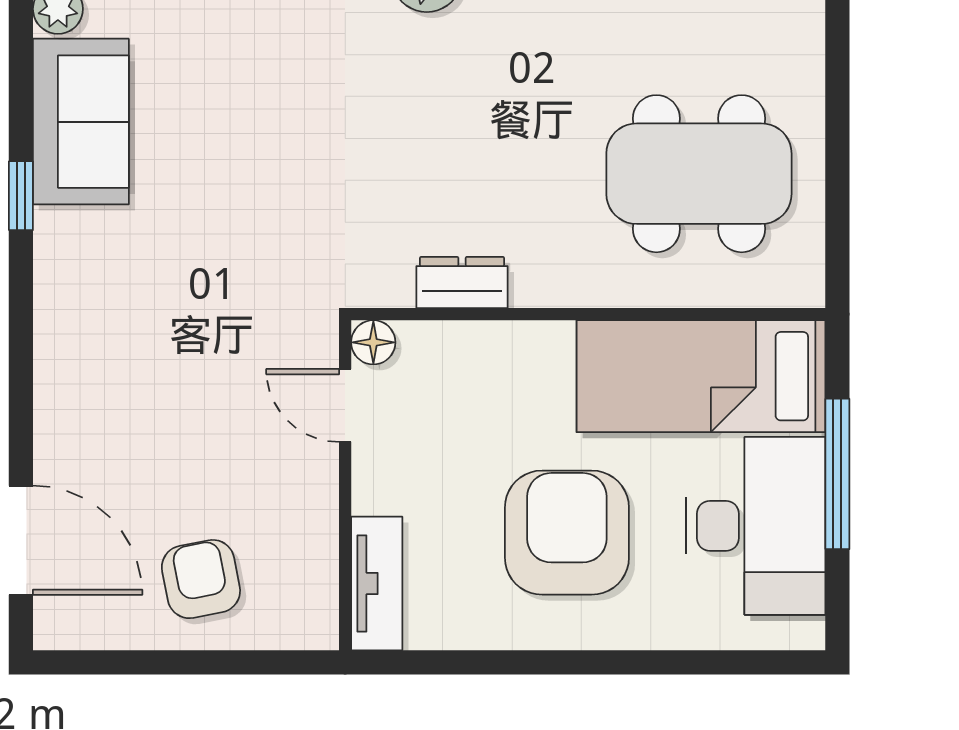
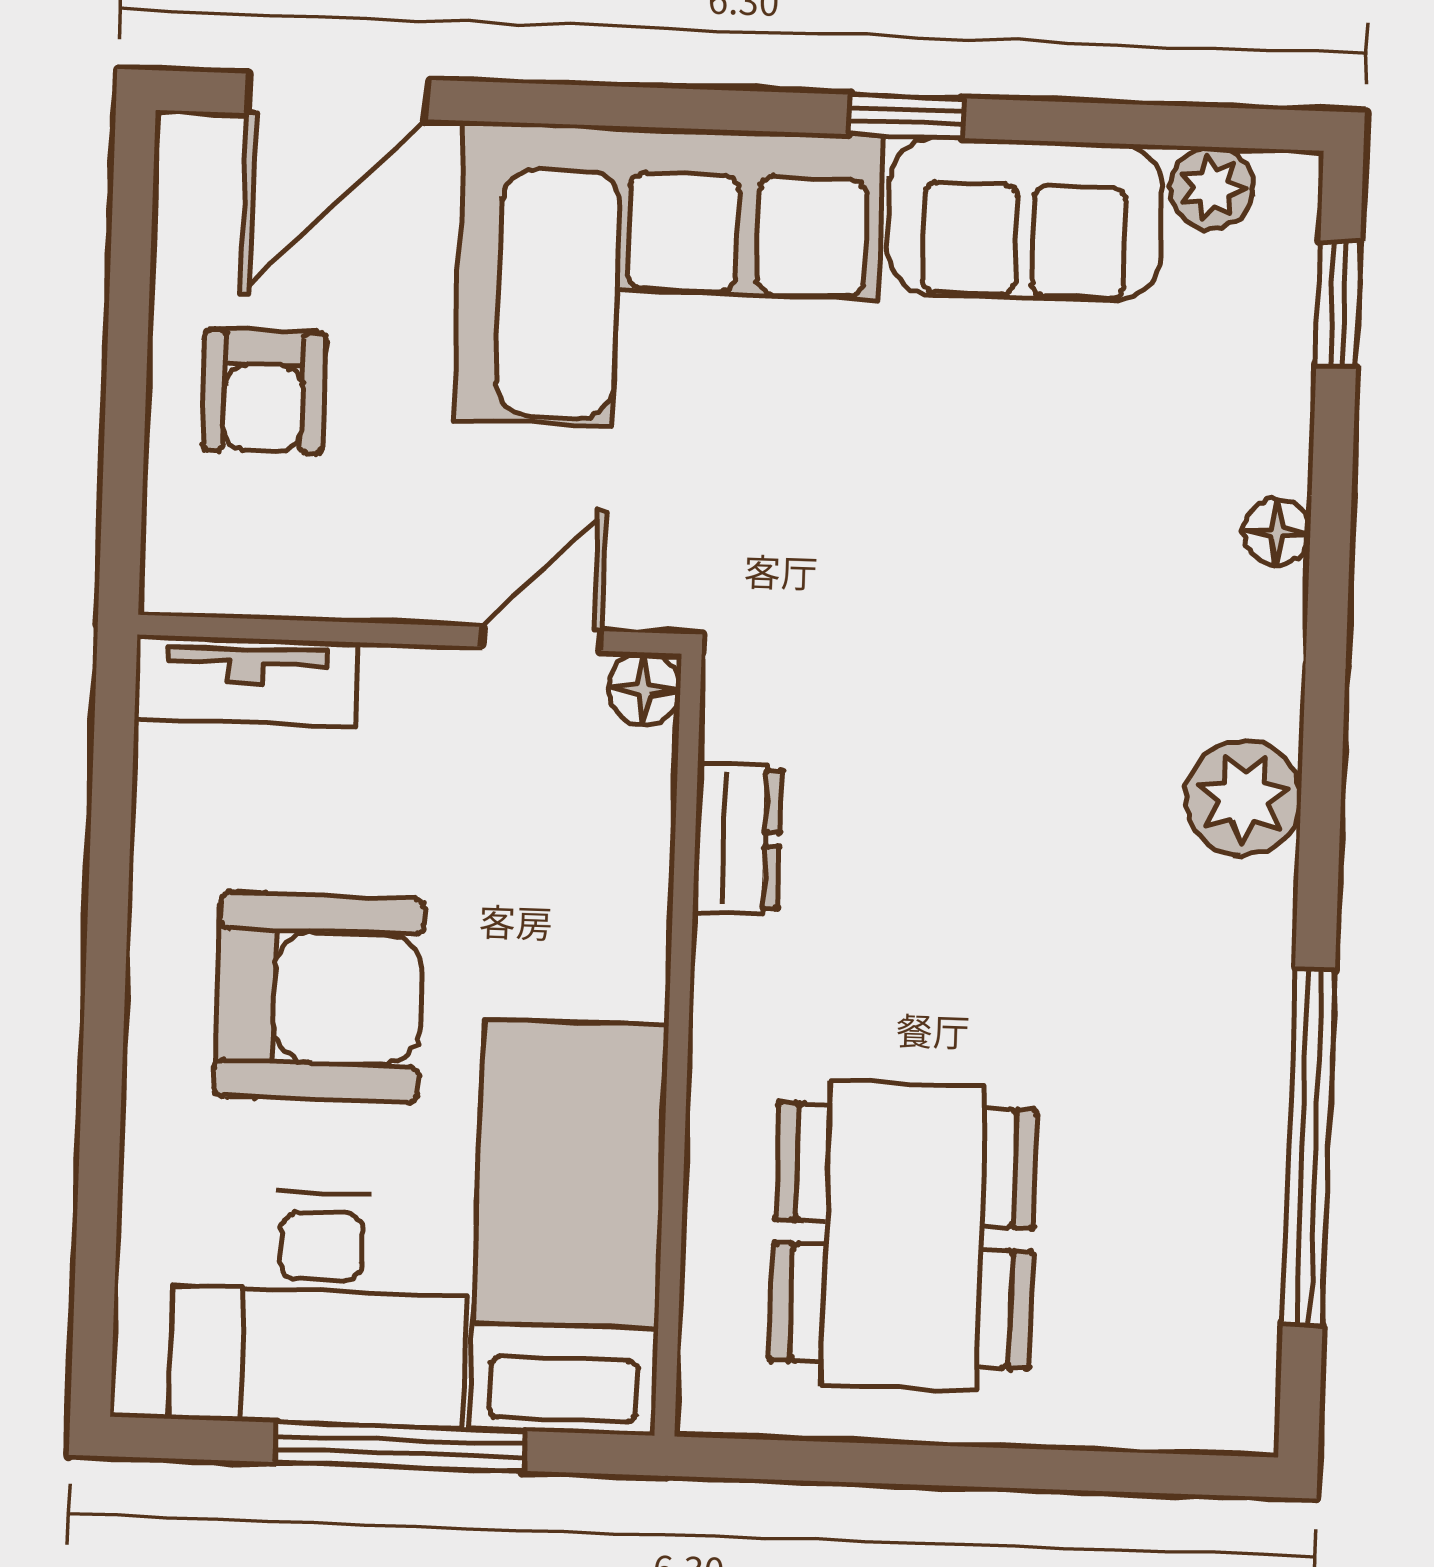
corner sofa: (124, 336) -> (668, 278), added
armchair: (201, 579) -> (264, 391), turned 101

